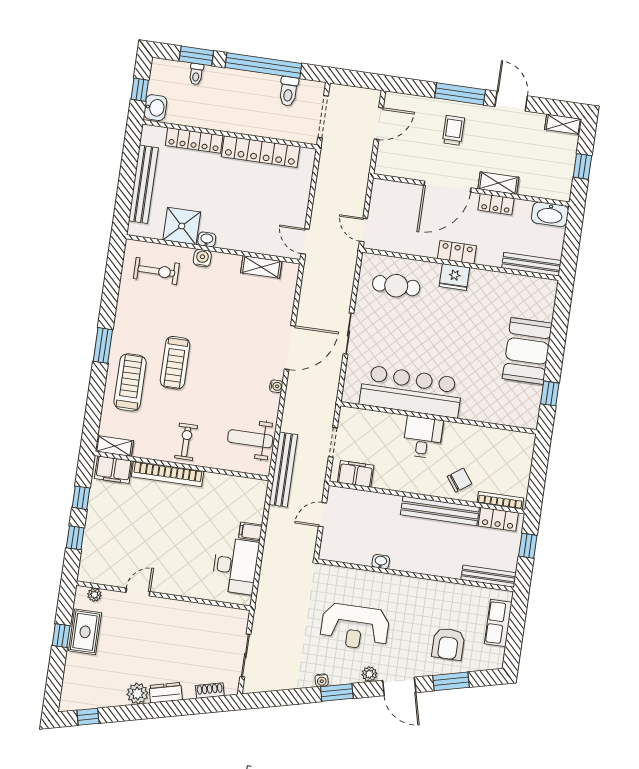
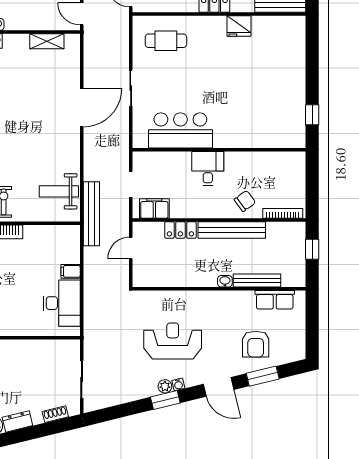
fridge: (454, 277) -> (239, 26), moved
booth: (527, 351) -> (287, 81), removed
water cooler: (276, 386) -> (75, 143), removed
bar counter: (411, 391) -> (180, 130), width x0.73
locker: (498, 519) -> (180, 230), moved
washbasin: (381, 562) -> (225, 281), moved
bench: (489, 576) -> (257, 280), moved
row of seats: (498, 623) -> (275, 300), moved, turned -90
reception desk: (355, 627) -> (173, 341), turned 180
plant: (369, 674) -> (165, 386), moved
water cooler: (322, 680) -> (178, 384), moved

